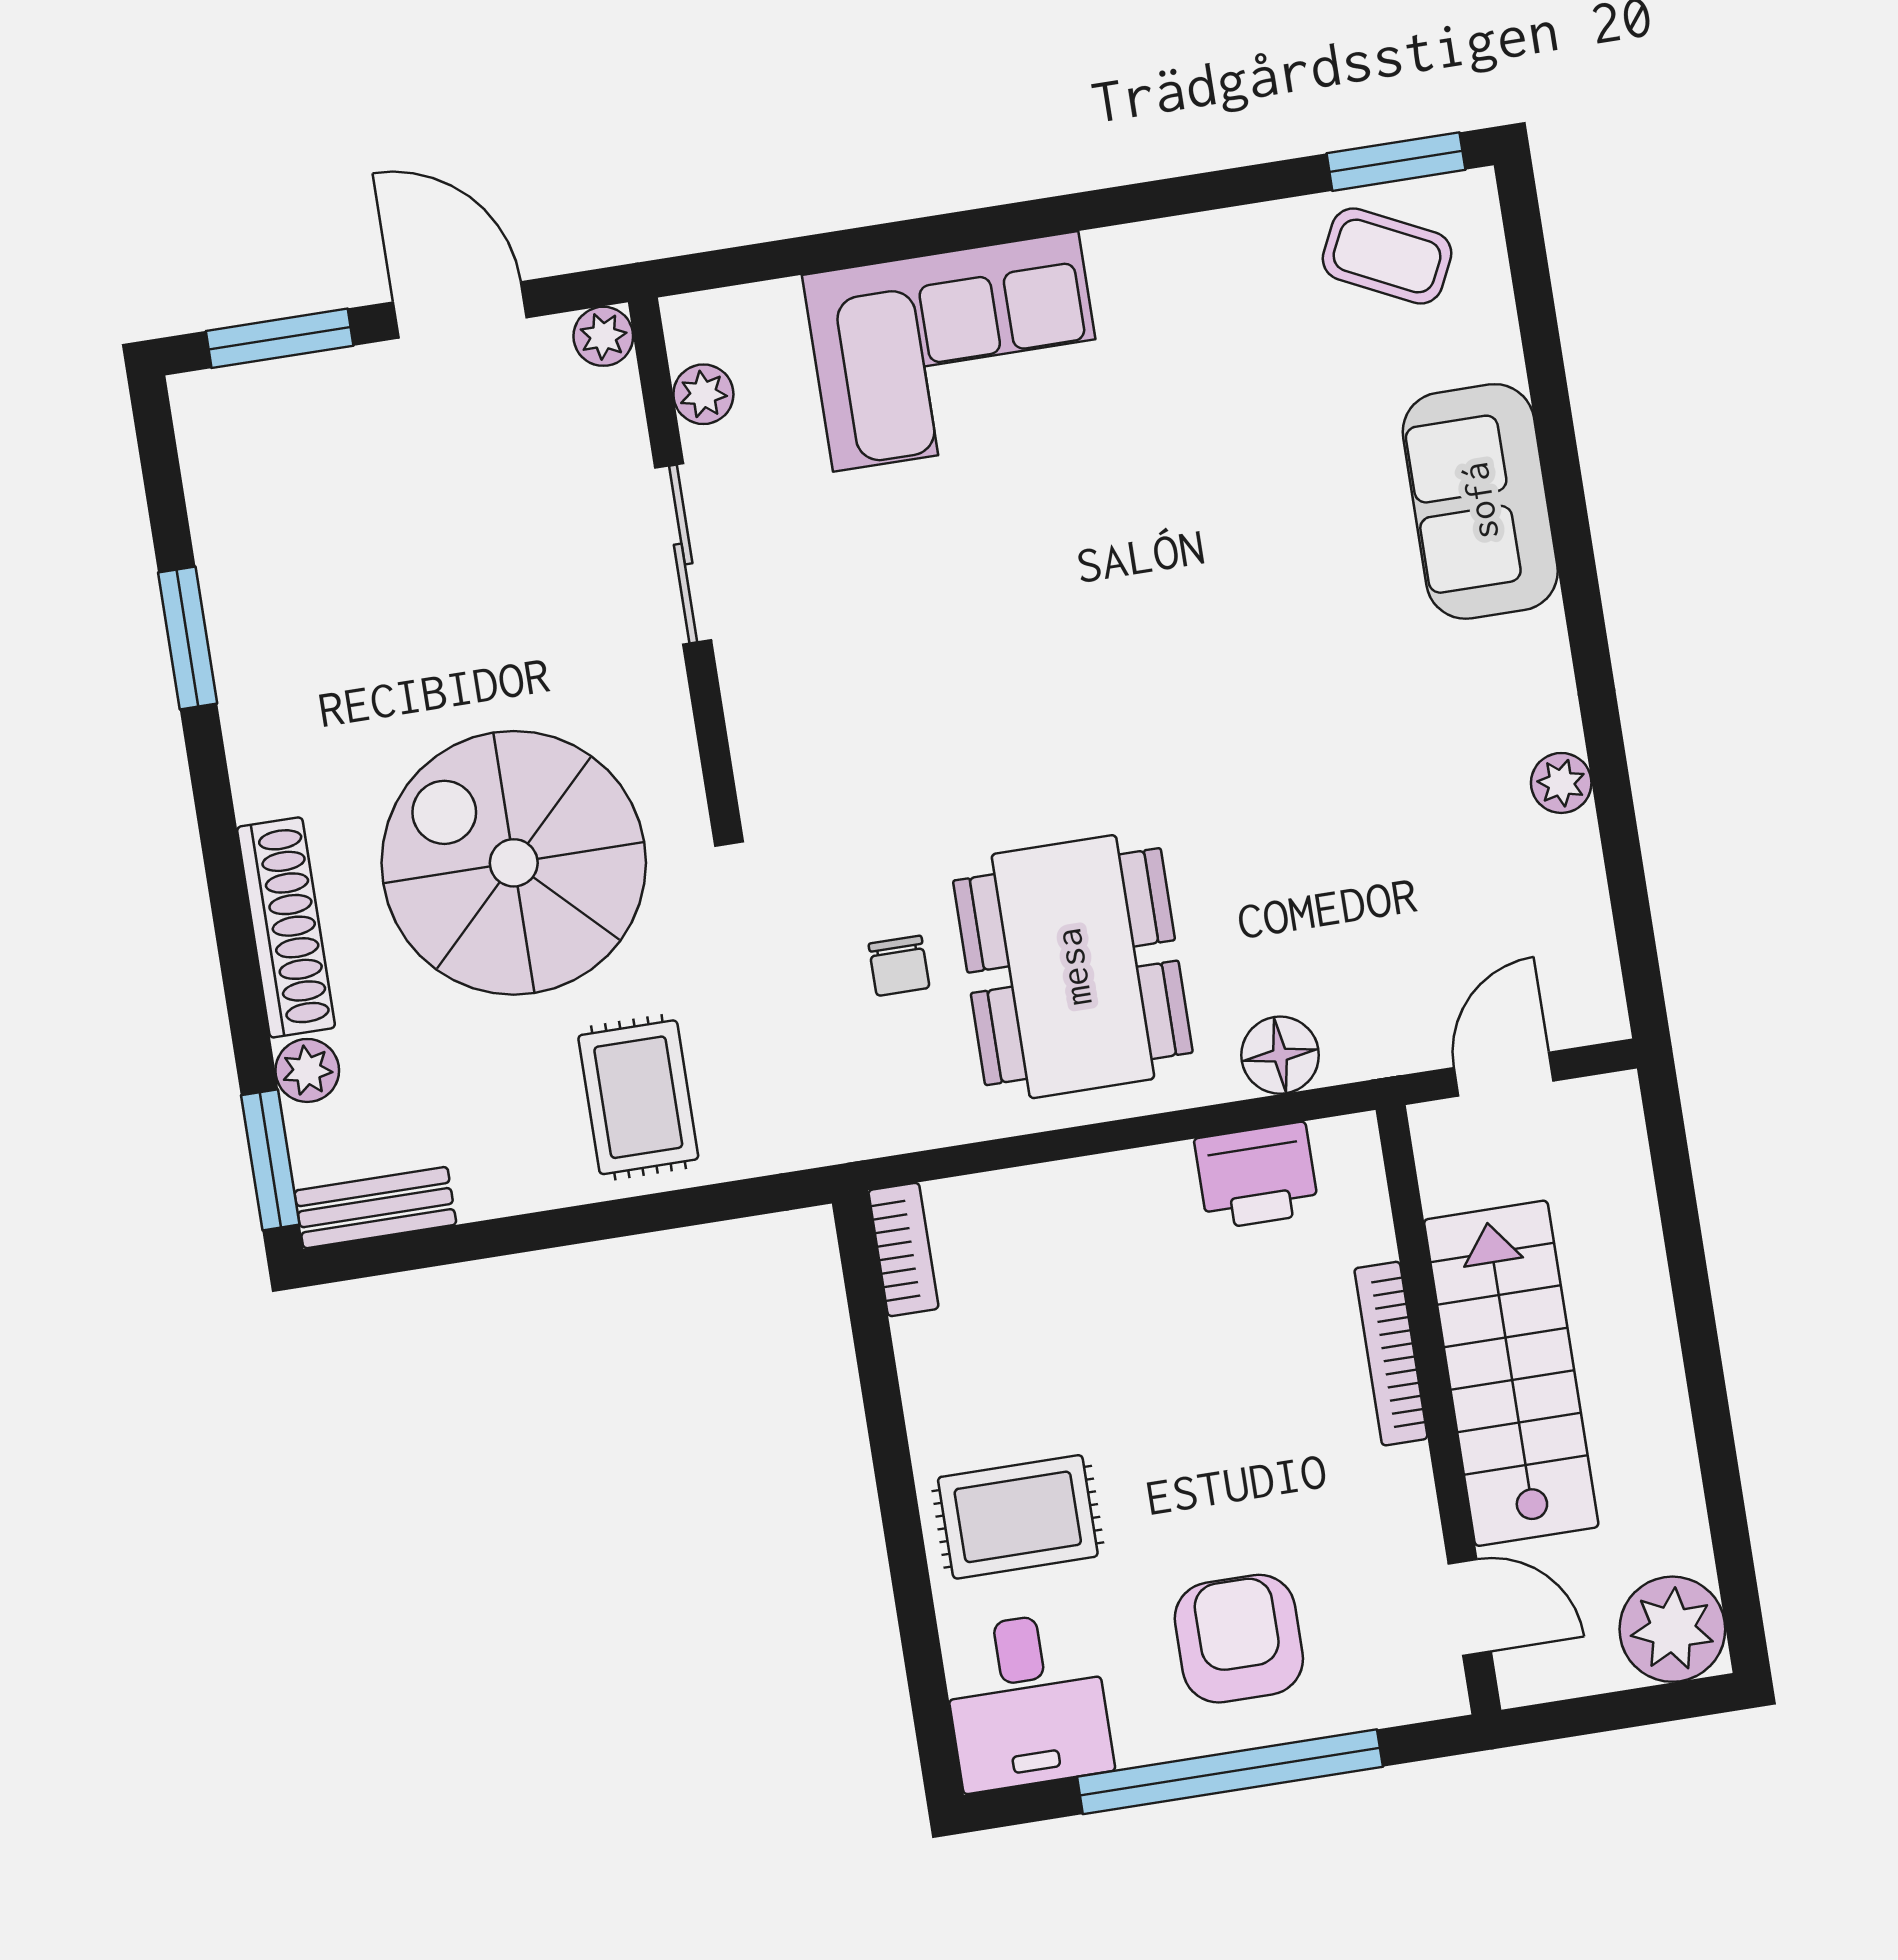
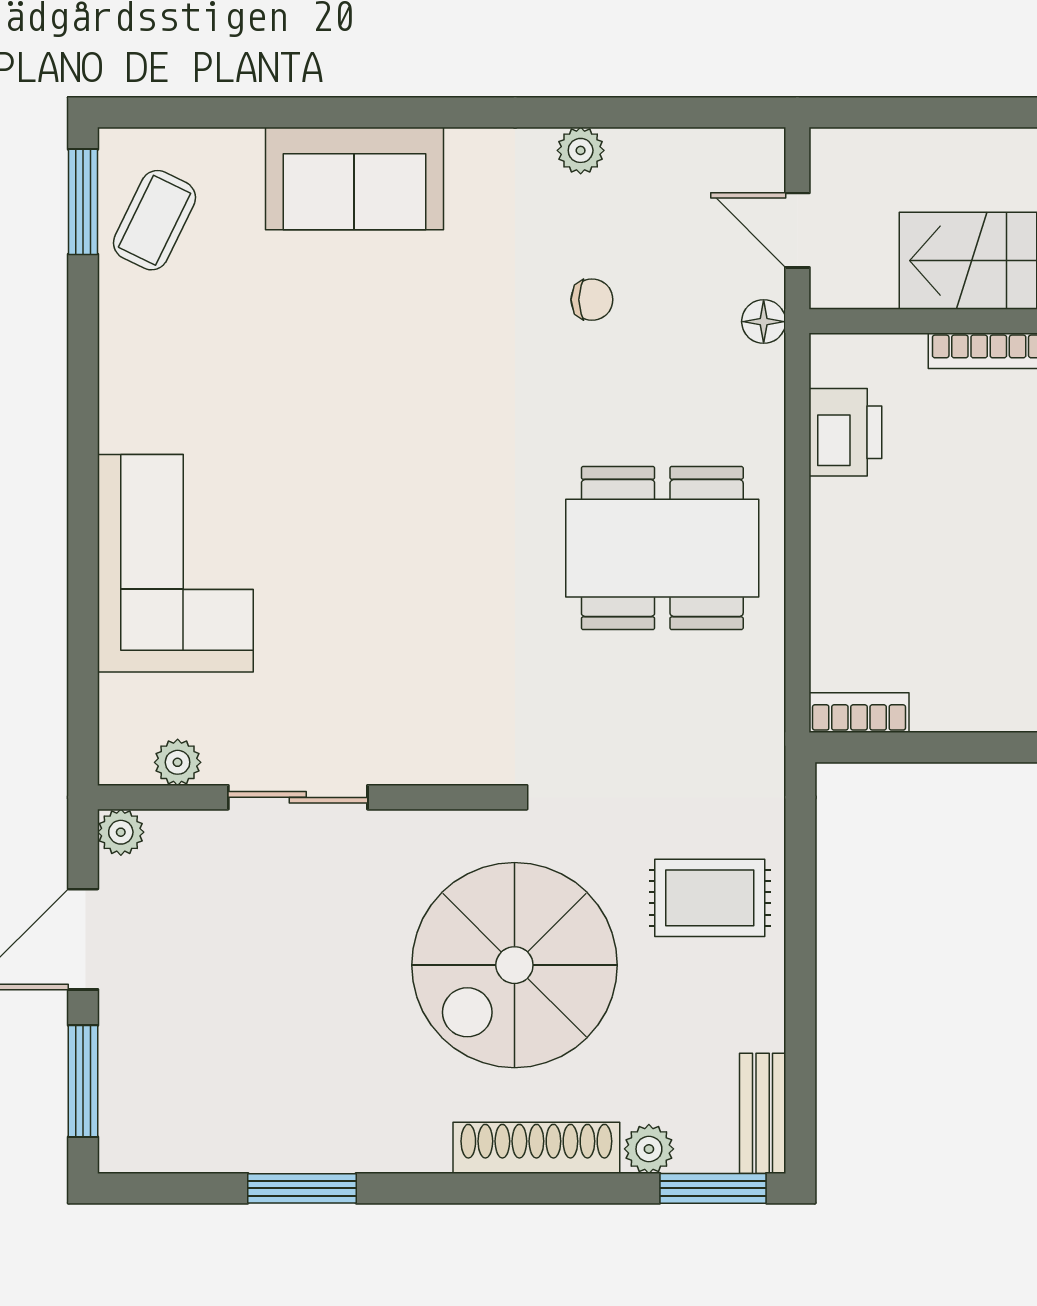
chair: (899, 966) -> (592, 300), moved
floor lamp: (1280, 1055) -> (764, 322), moved, width x0.73, depth x0.73

